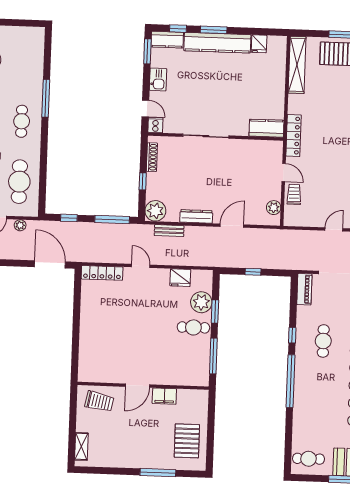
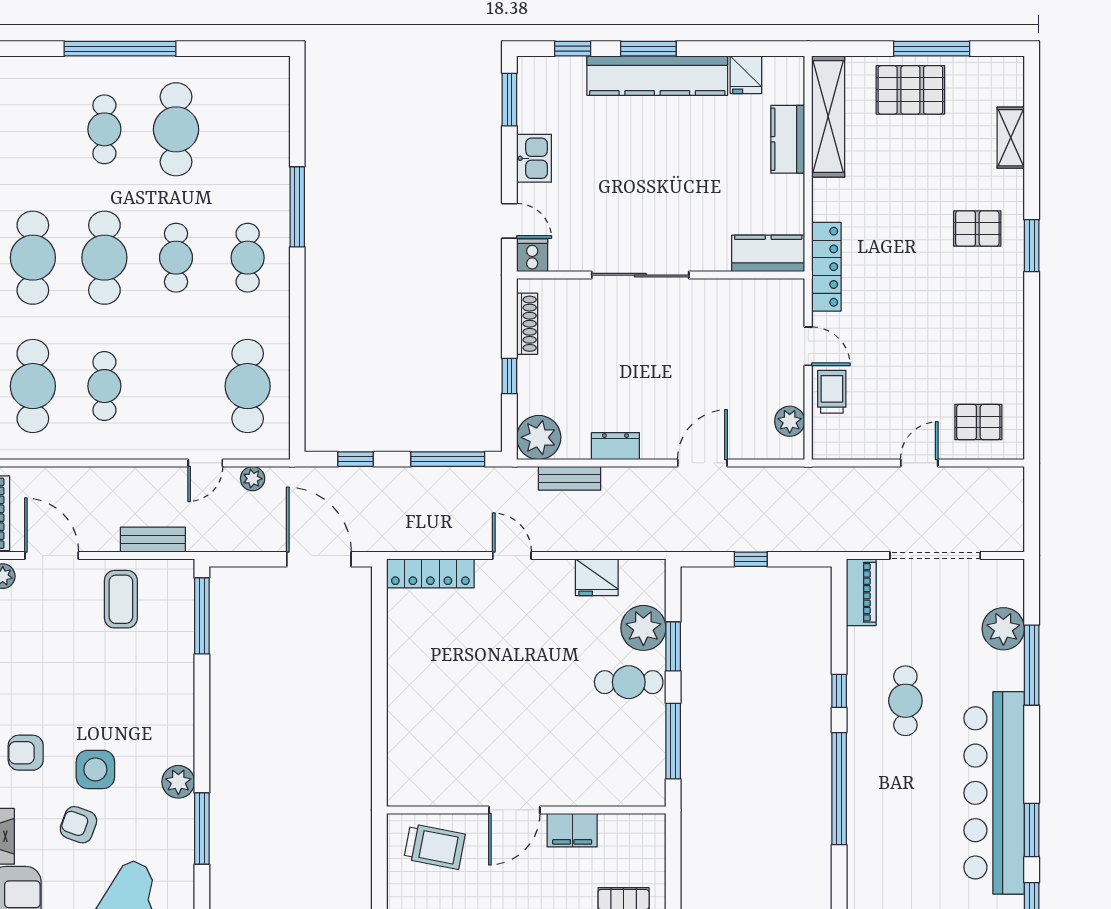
kitchen counter: (167, 40) -> (788, 139), moved, turned 90
dresser: (196, 216) -> (615, 446), width x0.70

